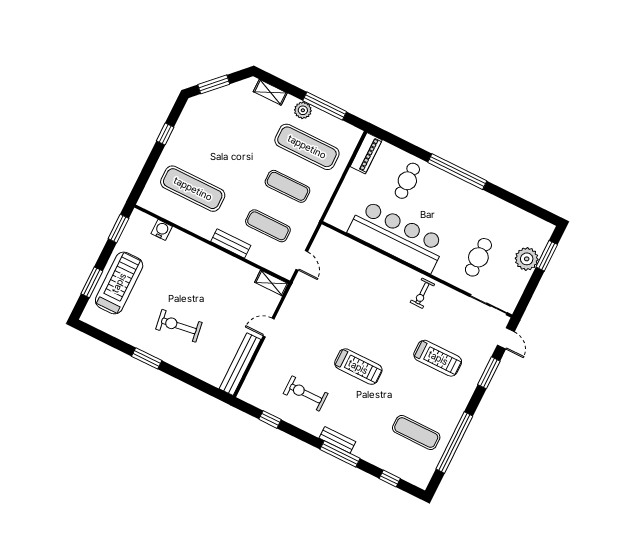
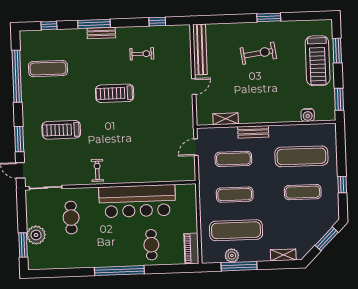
plant: (303, 110) -> (232, 256), moved
exercise mat: (212, 149) -> (303, 192), added
door: (302, 260) -> (196, 147), hinge flipped
shelving: (272, 283) -> (226, 119), moved
exercise bike: (306, 394) -> (142, 54), width x0.73, depth x0.72

